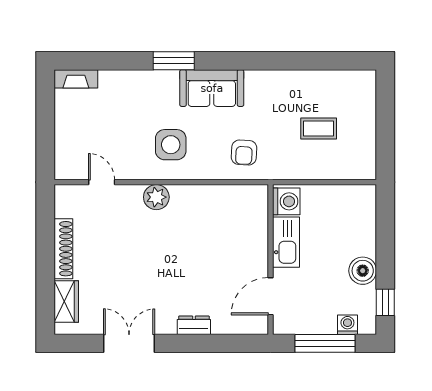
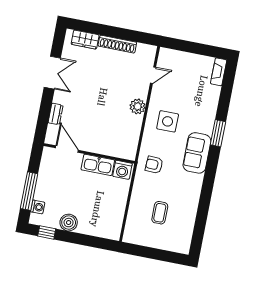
washing machine: (286, 201) -> (122, 170), moved
kitchen sink: (286, 242) -> (98, 165), moved
wall: (270, 259) -> (89, 153), moved
door: (270, 296) -> (67, 149), moved

